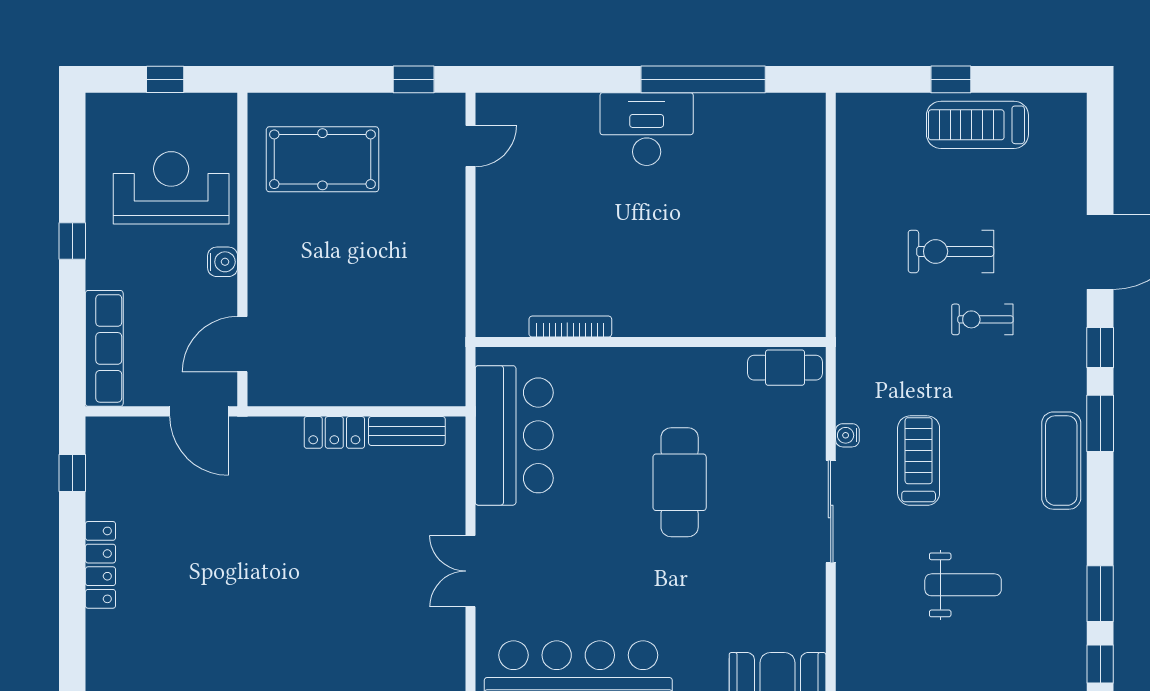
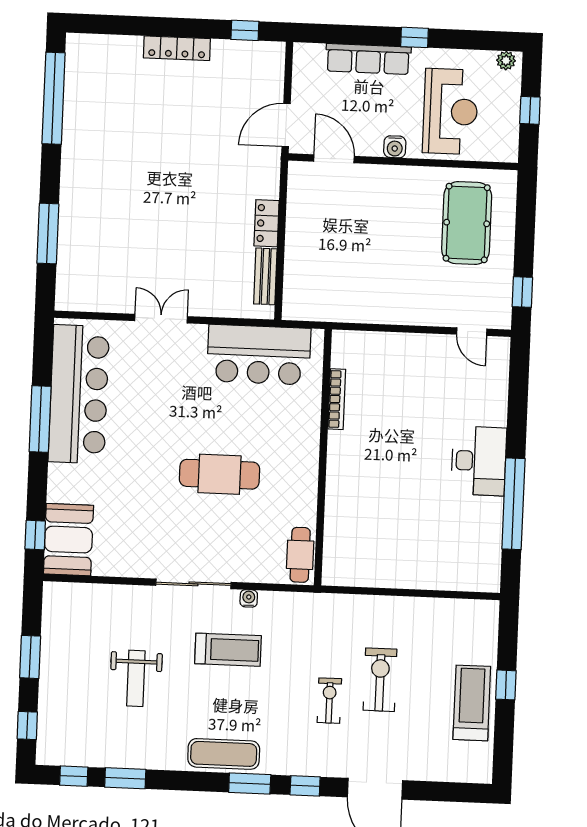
plant: (98, 115) -> (506, 61), added
row of seats: (104, 348) -> (368, 59), moved

